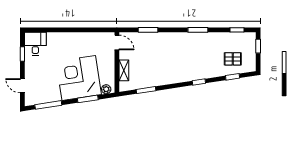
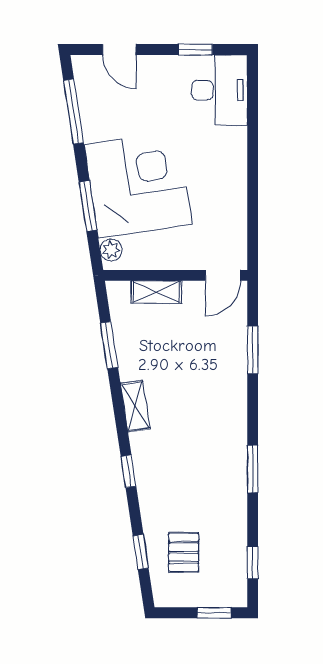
desk: (35, 44) -> (220, 90), width x1.37
shelving: (172, 79) -> (135, 406), added
door: (22, 86) -> (119, 50), swing flipped

